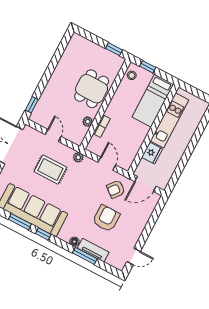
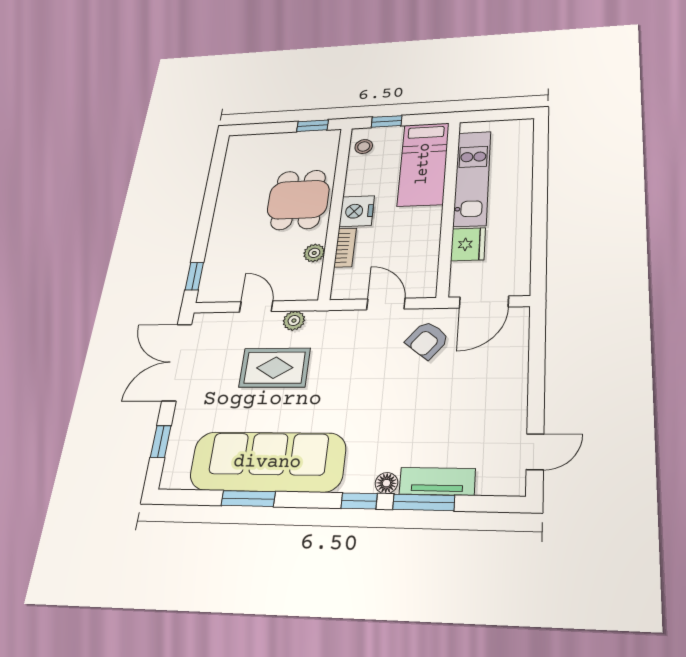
nightstand: (114, 110) -> (357, 211), added
plant: (78, 157) -> (294, 321), moved
armchair: (106, 218) -> (434, 404), removed
window: (43, 234) -> (359, 501), moved

